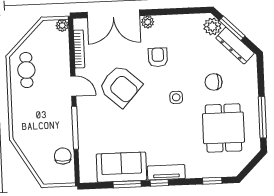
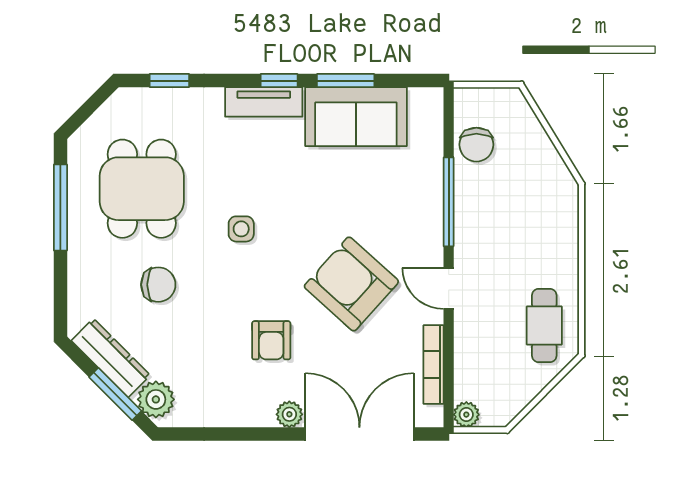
side table: (176, 97) -> (241, 229), moved

